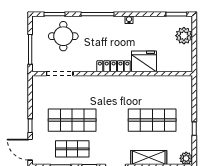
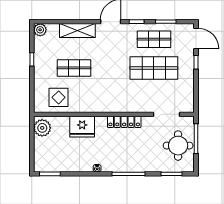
round table: (63, 36) -> (178, 146), moved
plant: (184, 36) -> (42, 128), moved
locker: (114, 66) -> (124, 122), moved
display table: (168, 91) -> (59, 97), added
shop shelf: (152, 120) -> (74, 68), width x0.70, depth x0.74

